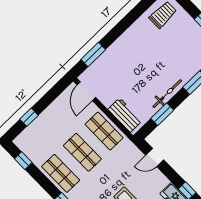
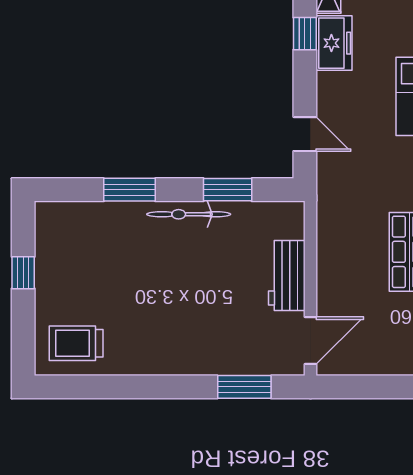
workbench: (125, 115) -> (287, 275), moved
shop shelf: (104, 131) -> (343, 252), removed

